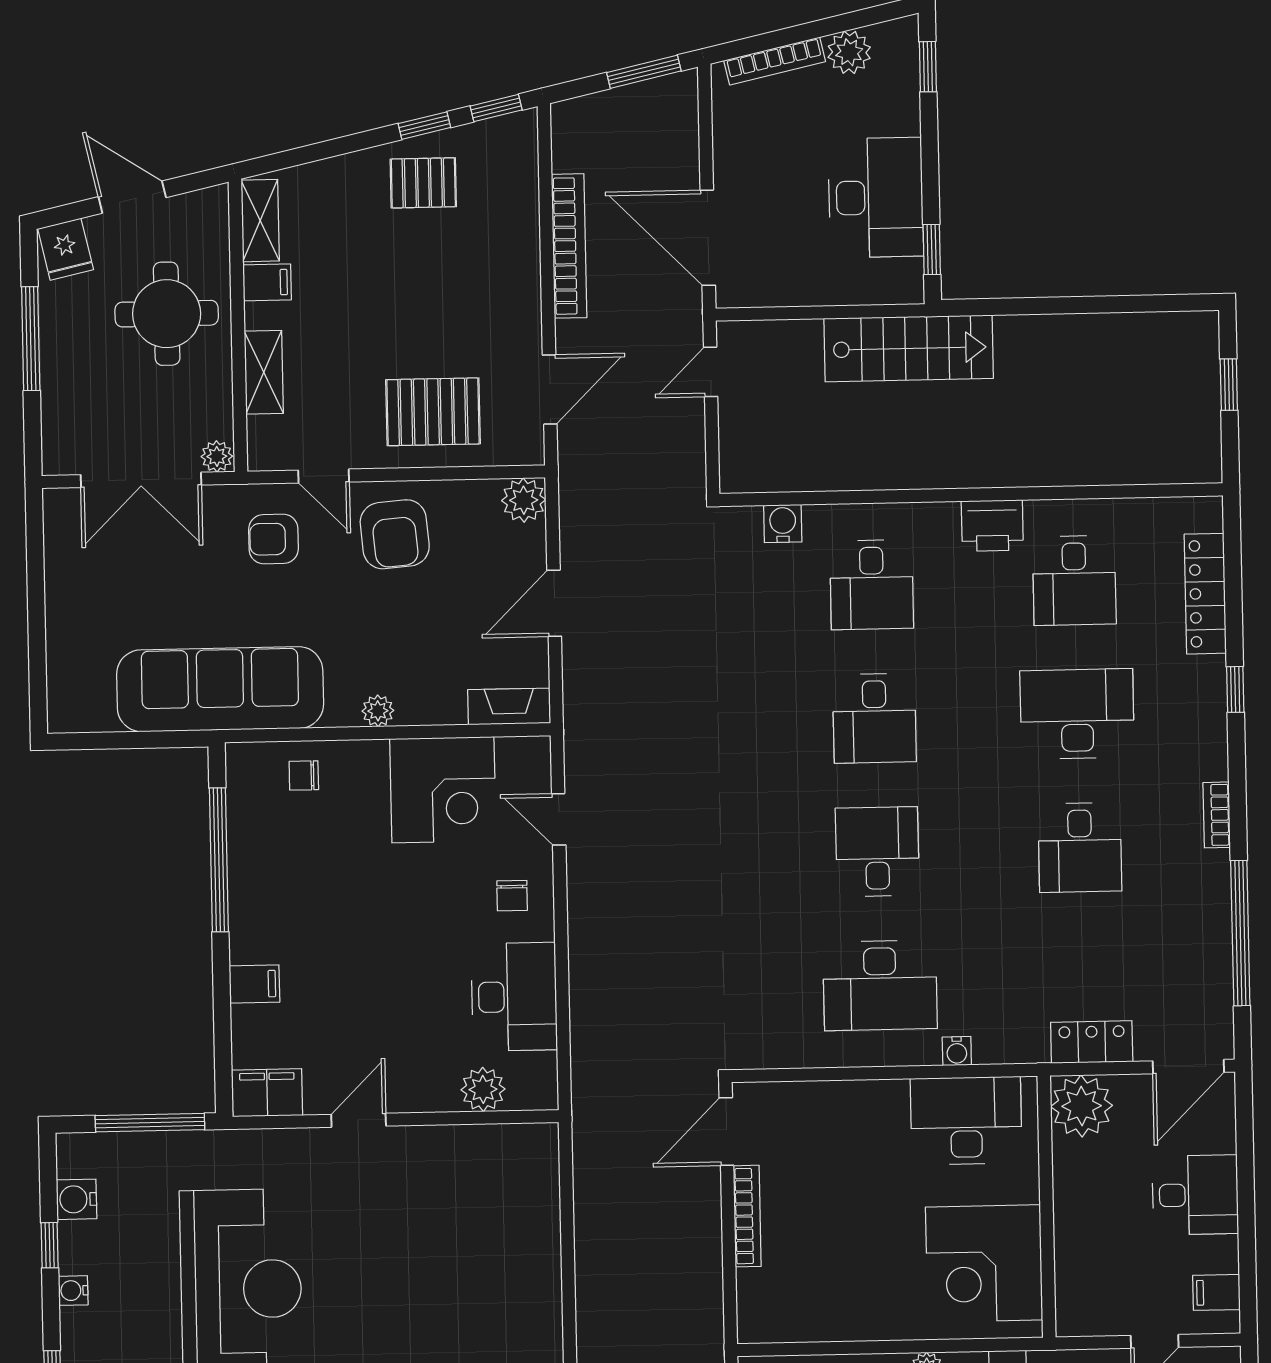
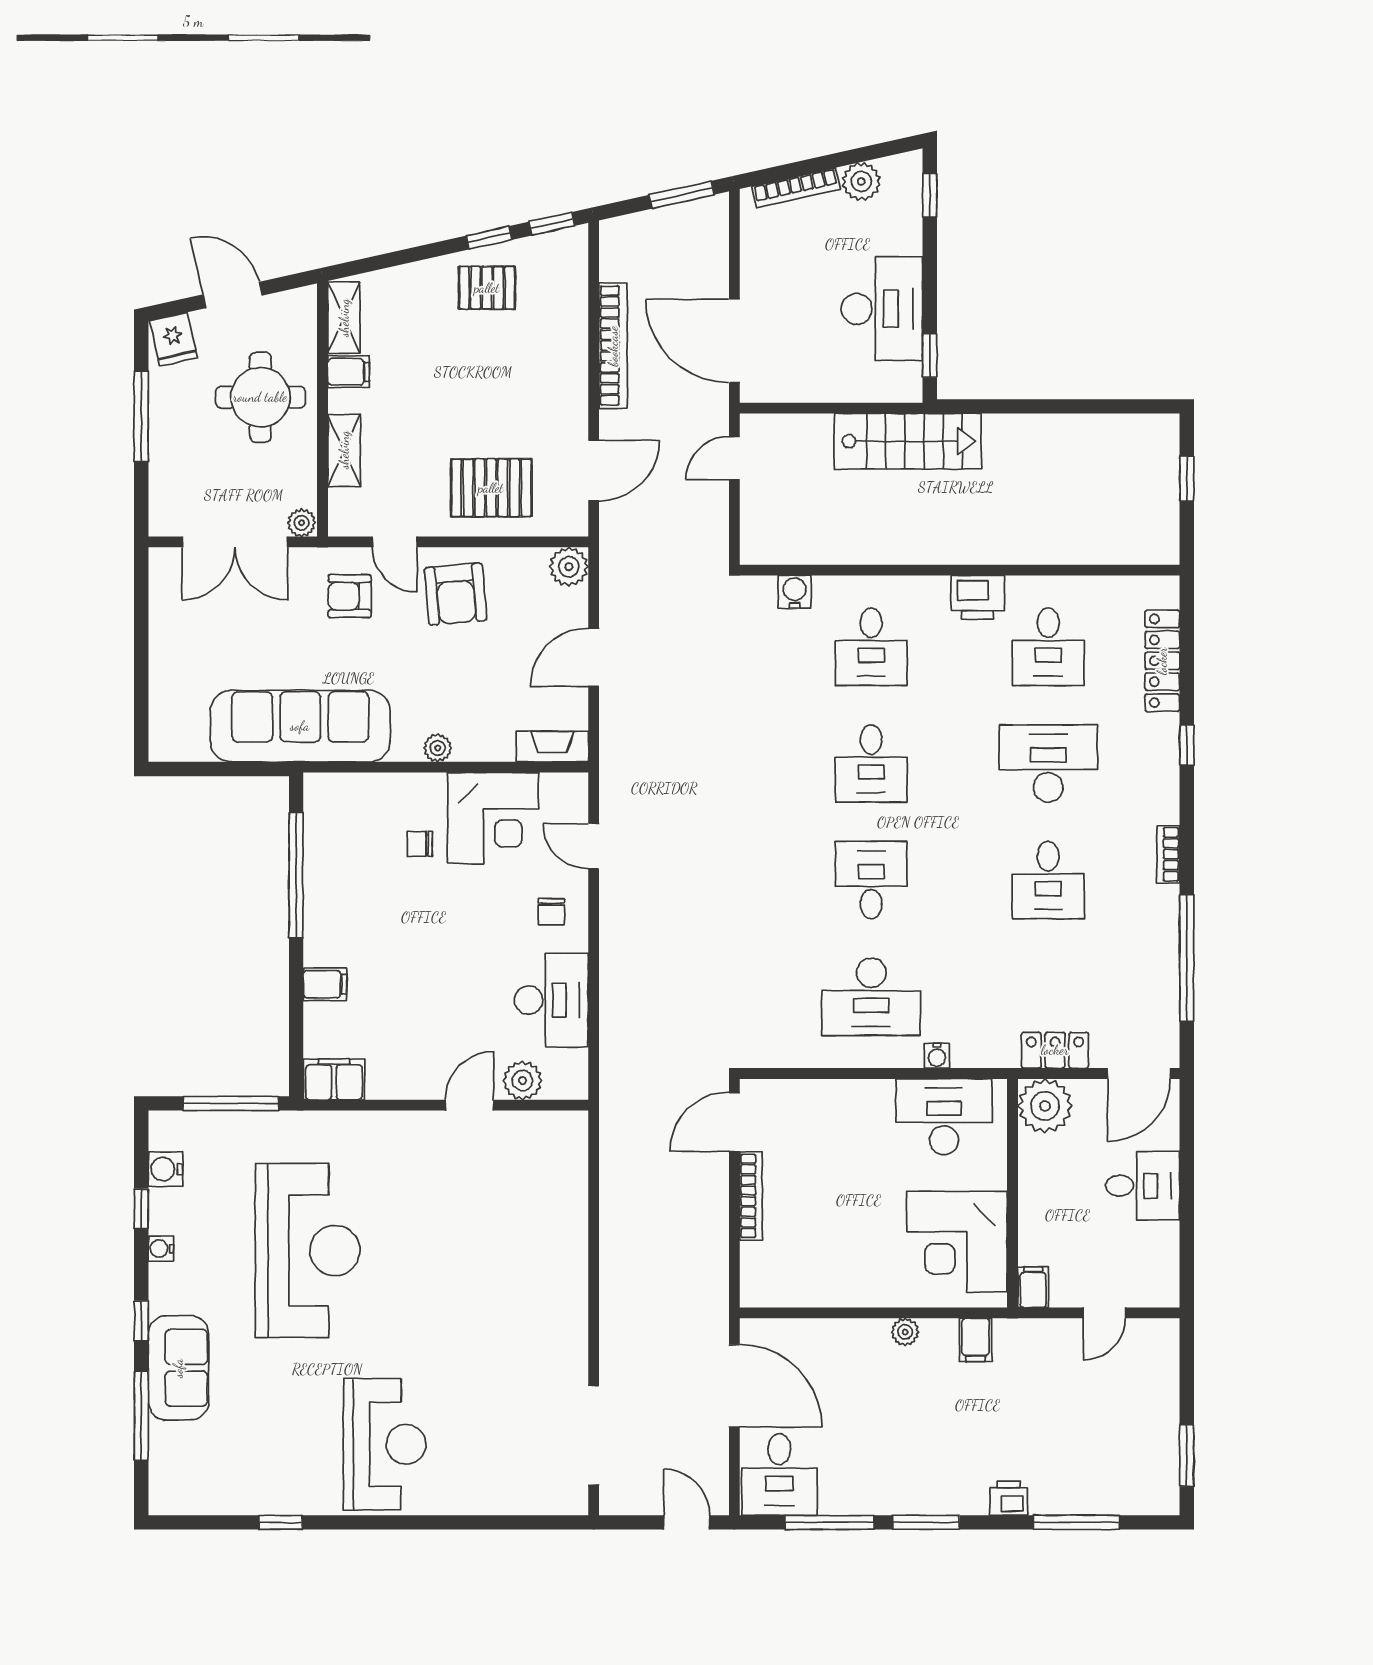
chair: (304, 775) -> (420, 844), moved
door: (359, 1120) -> (469, 1105), moved
filing cabinet: (1216, 1292) -> (1033, 1287), moved, turned 90

